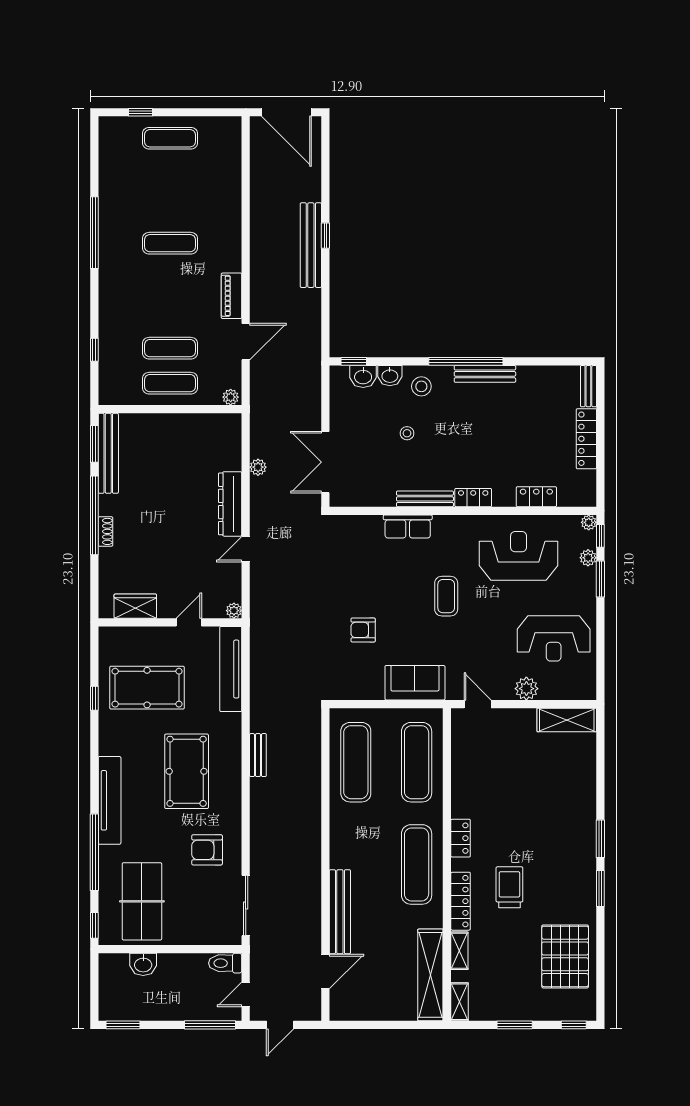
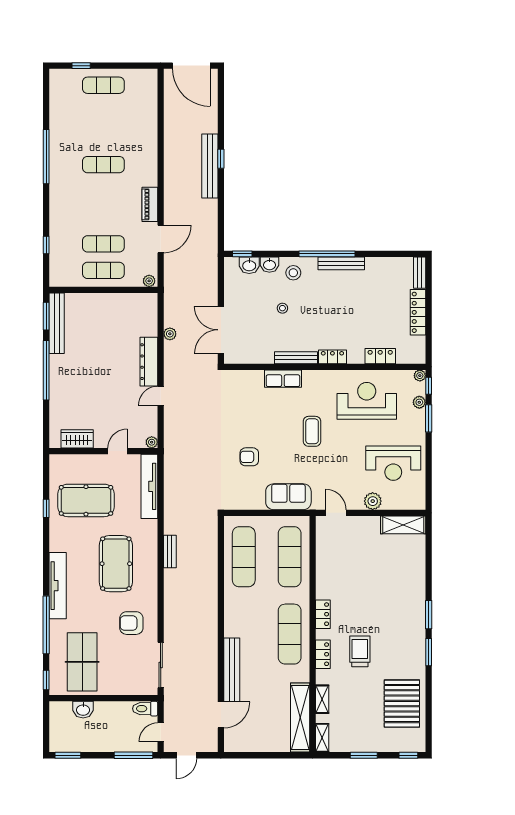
shoe rack: (105, 531) -> (55, 382), removed
locker: (461, 901) -> (323, 654), width x0.66

